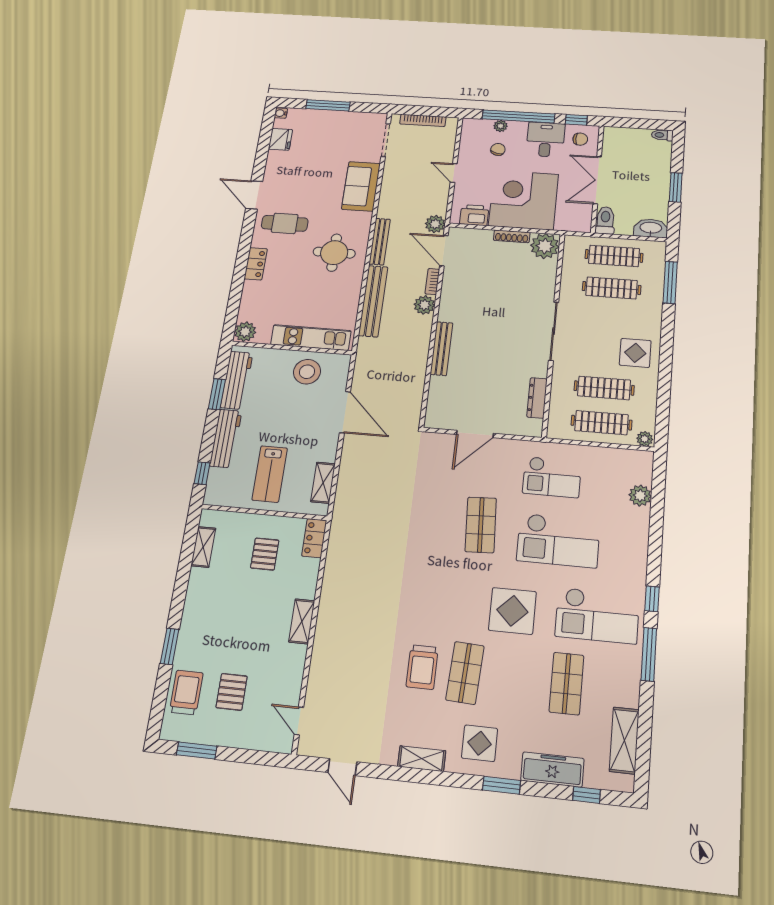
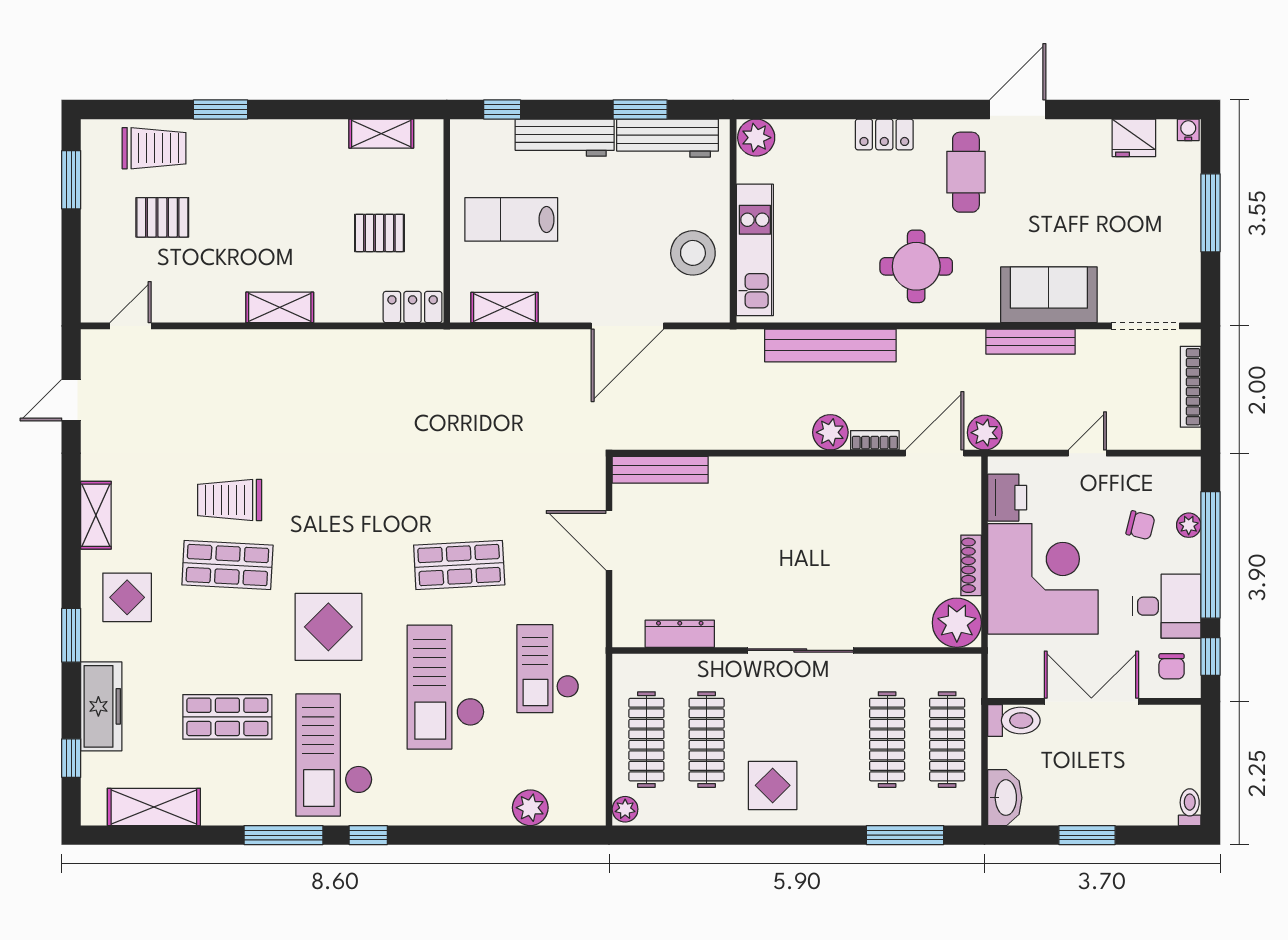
bench: (380, 242) -> (1031, 342), moved
bench: (441, 349) -> (660, 470), moved

